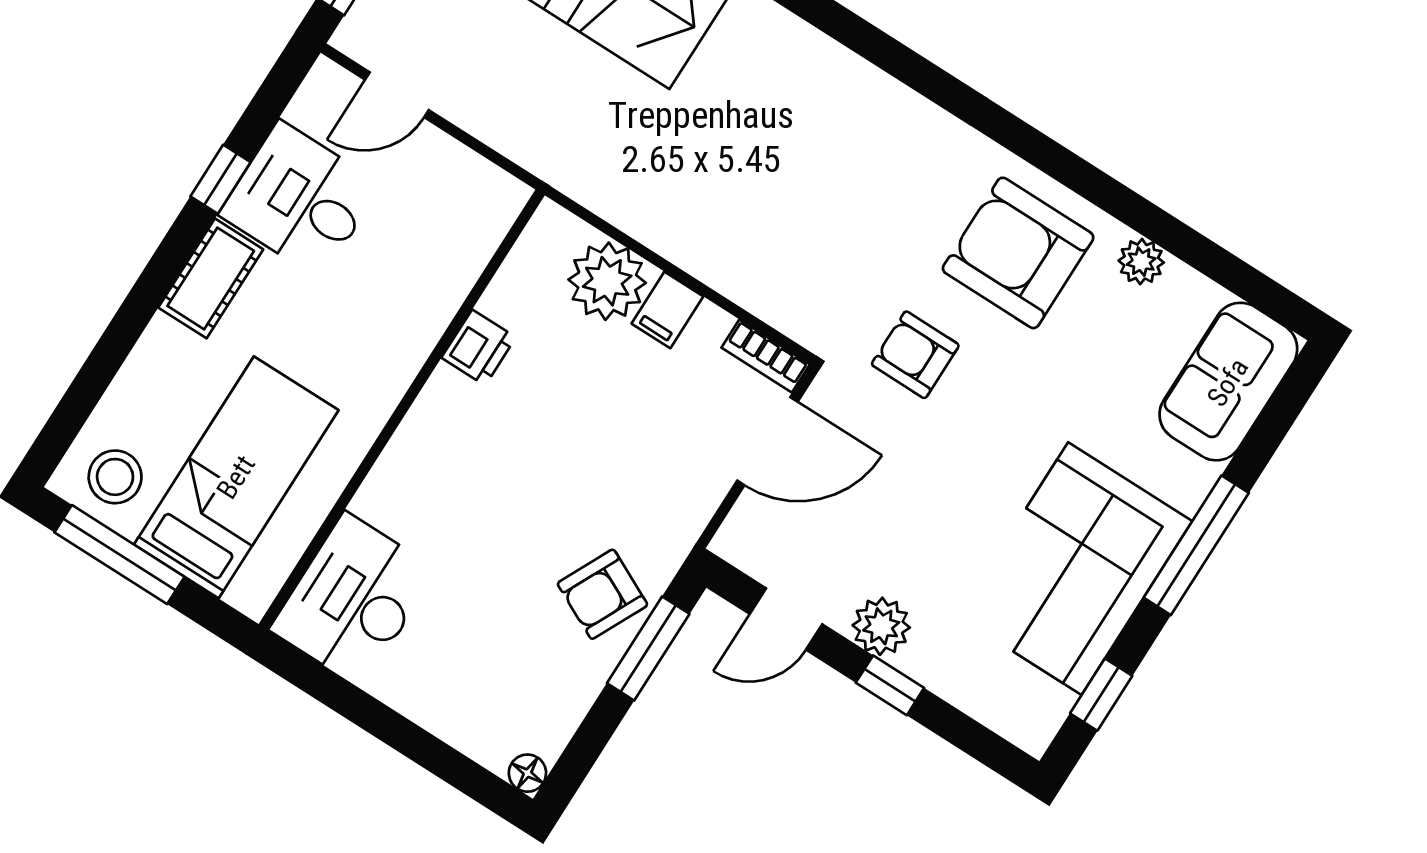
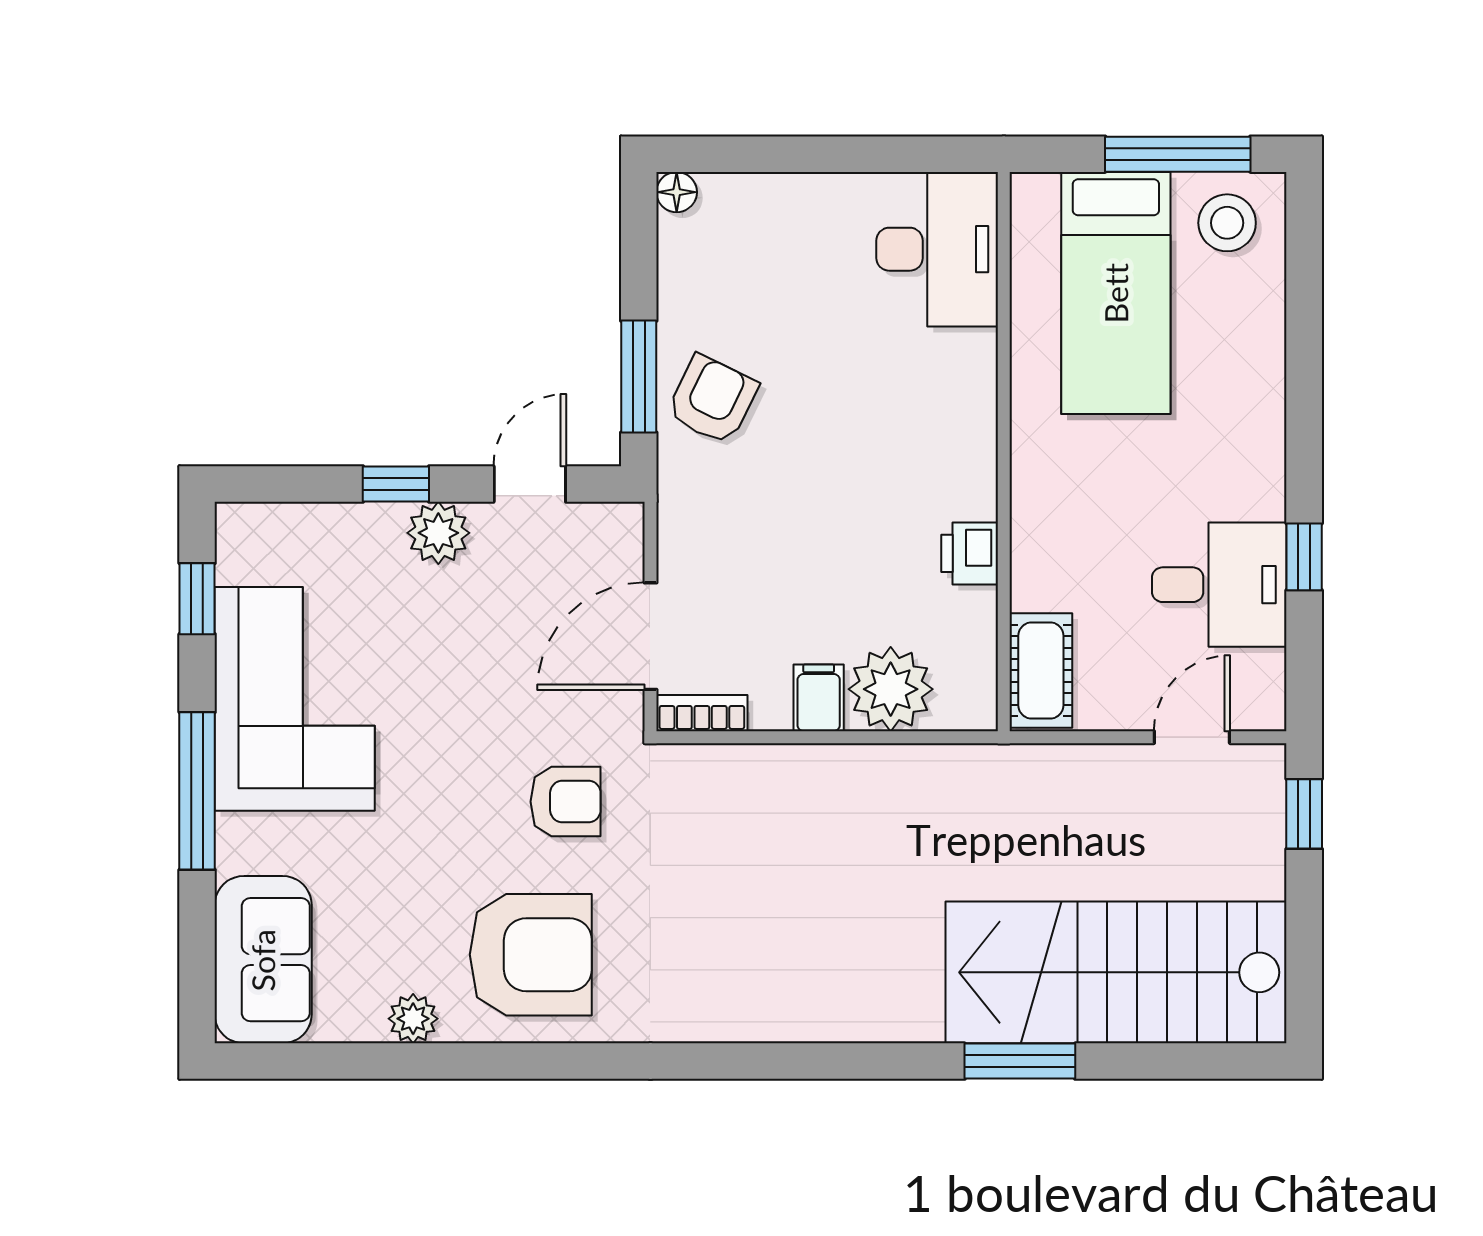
cot: (211, 278) -> (1041, 670), moved

